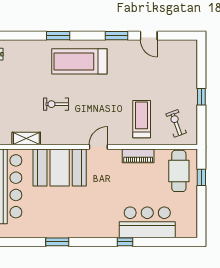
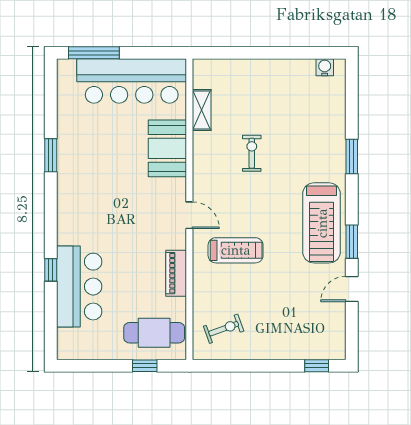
treadmill: (79, 61) -> (322, 223), moved, turned 180
window: (201, 97) -> (317, 366), moved
treadmill: (142, 119) -> (236, 250), moved
booth: (60, 167) -> (167, 148), width x0.73, depth x0.70
window: (125, 242) -> (51, 270), moved

